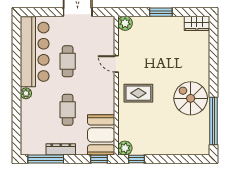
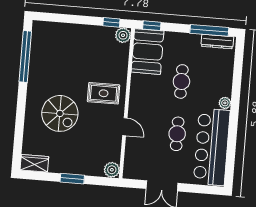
spiral stairs: (191, 98) -> (60, 113), moved
dresser: (61, 149) -> (217, 42), moved

